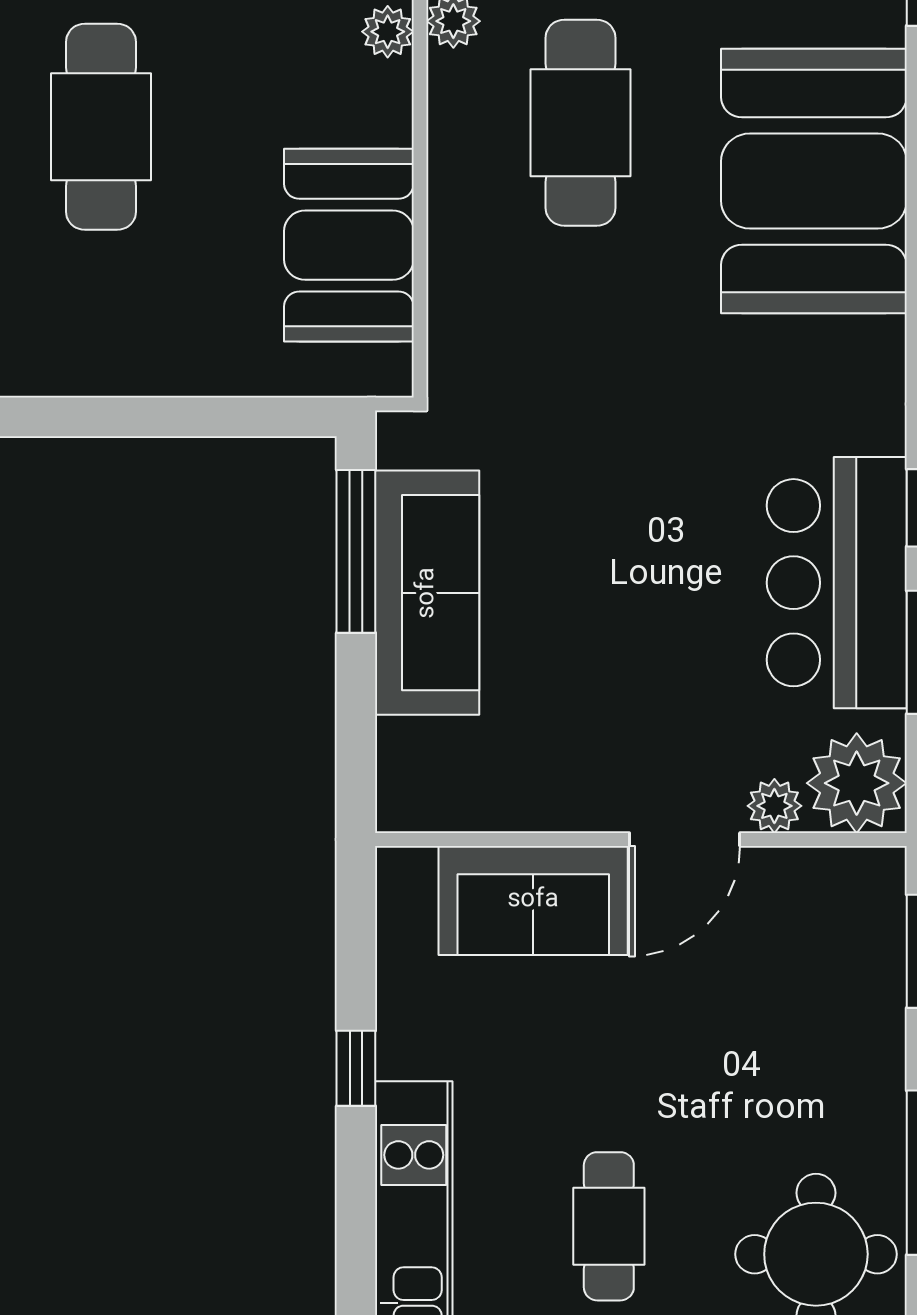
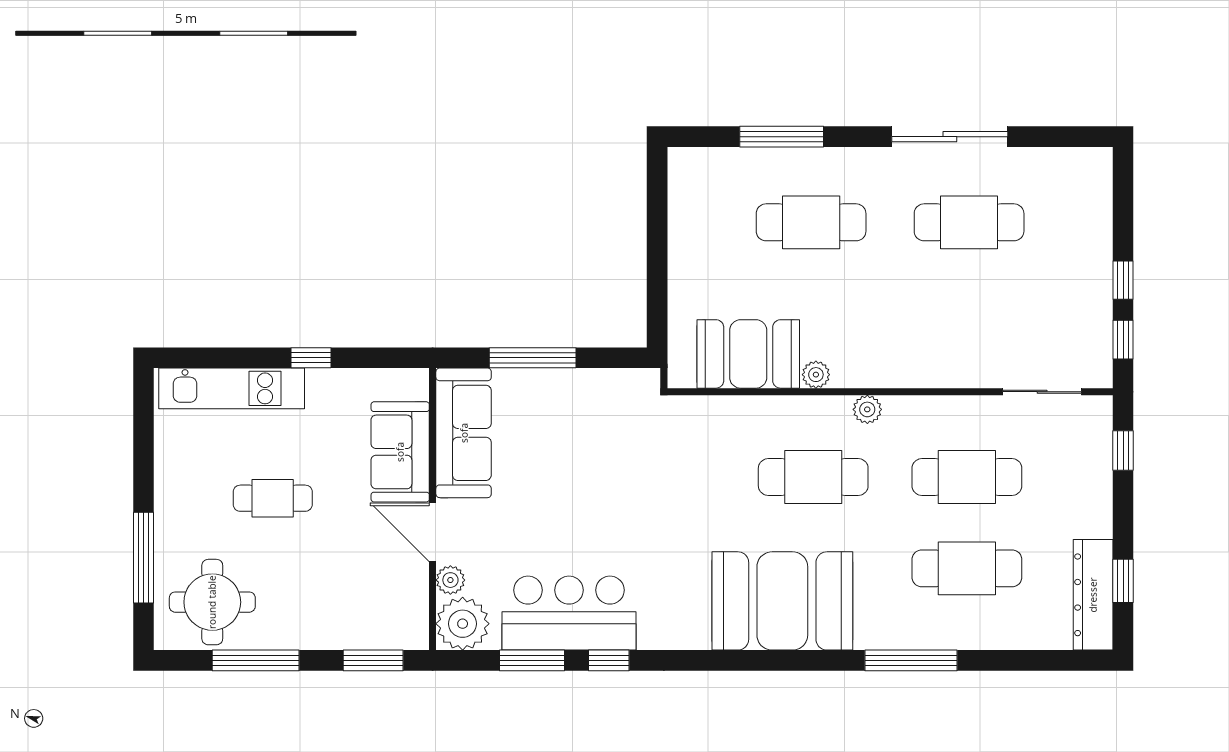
plant: (388, 32) -> (816, 375), moved
window: (356, 551) -> (533, 358), moved
sofa: (427, 593) -> (464, 433), moved, turned -90
cafe table: (609, 1226) -> (273, 498), moved

